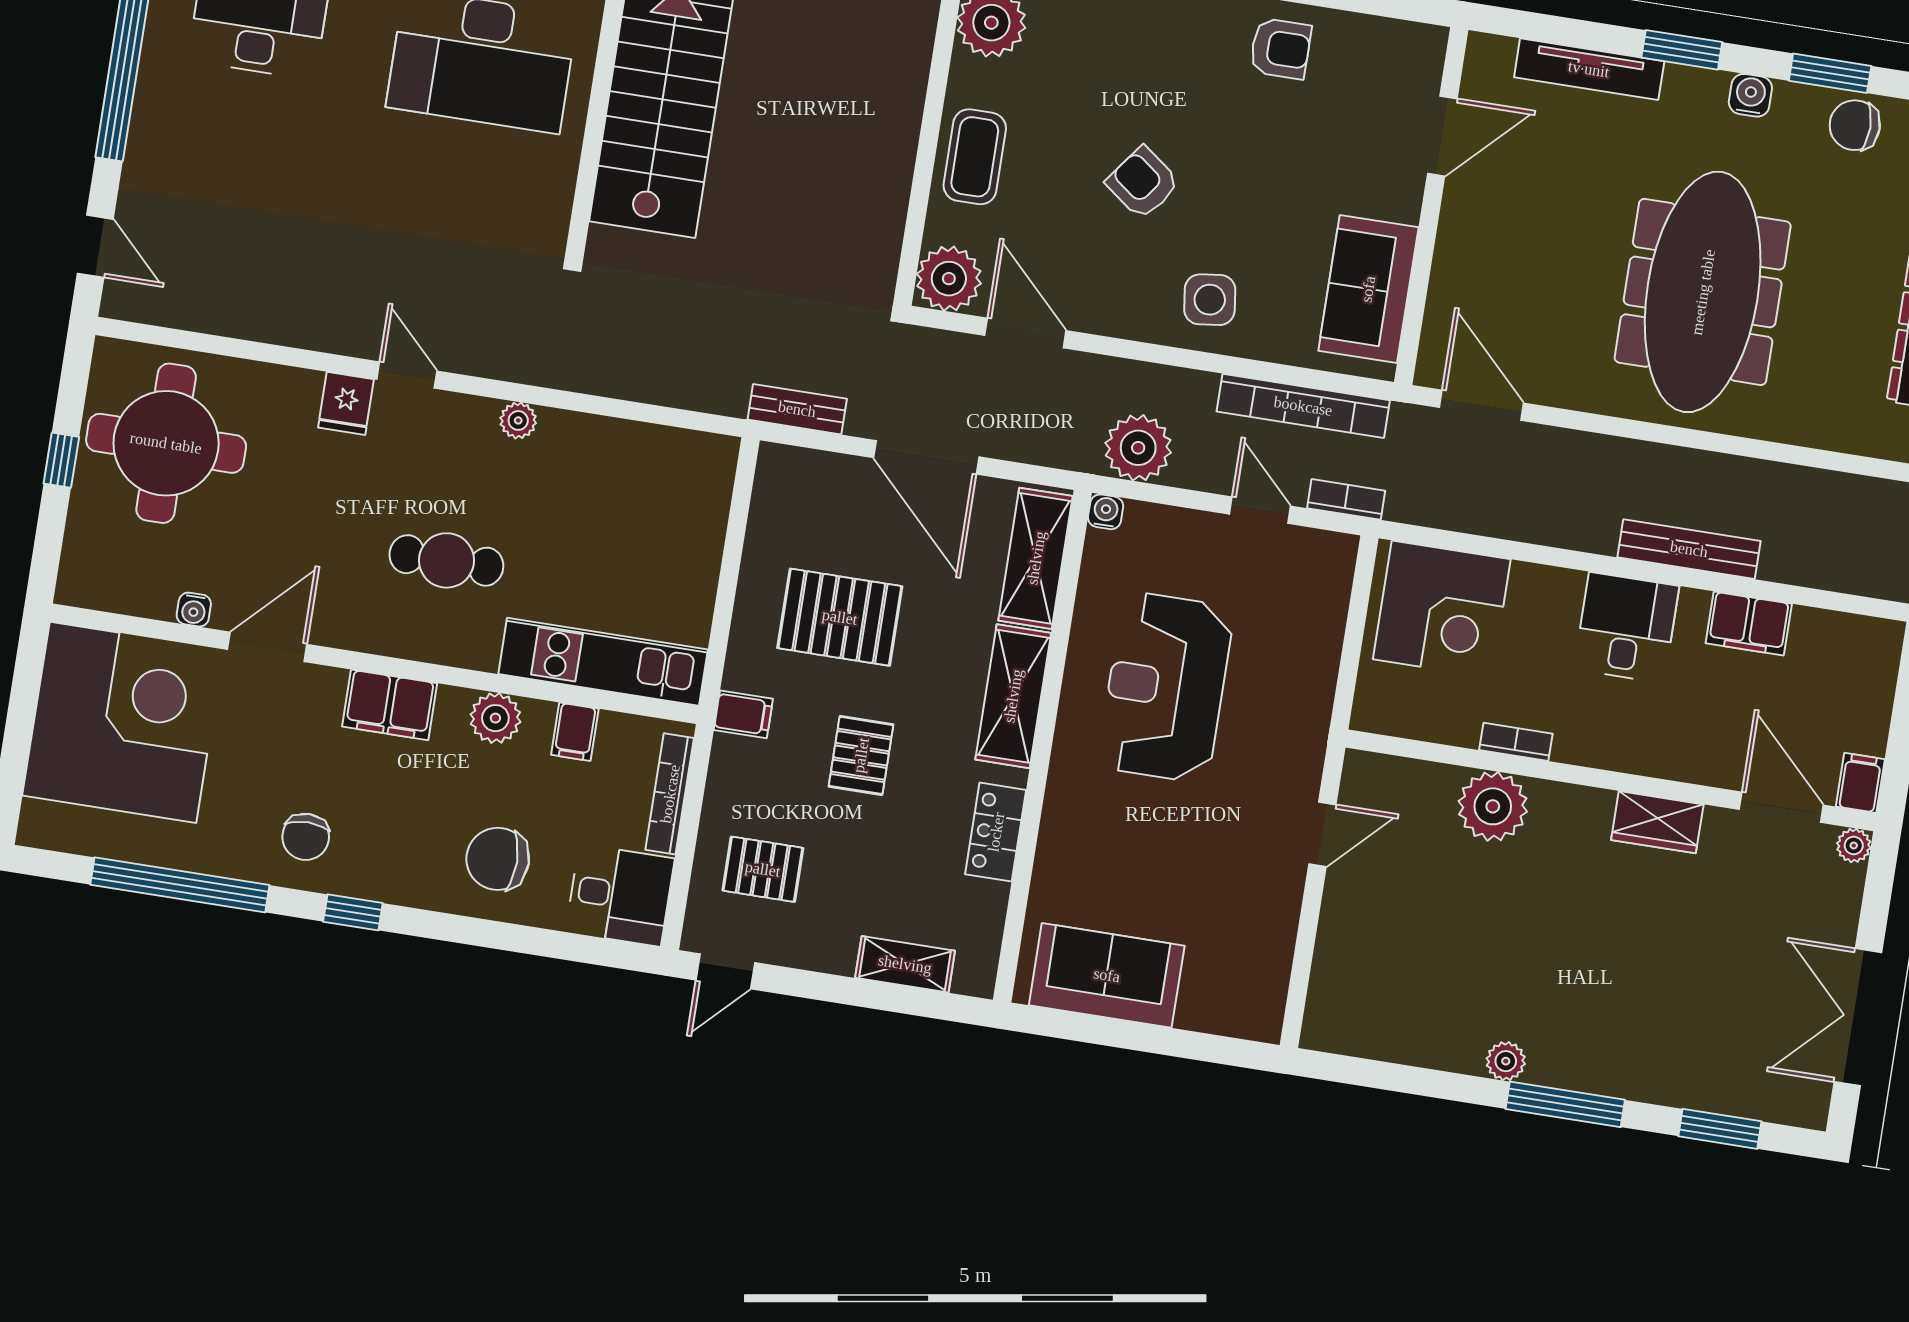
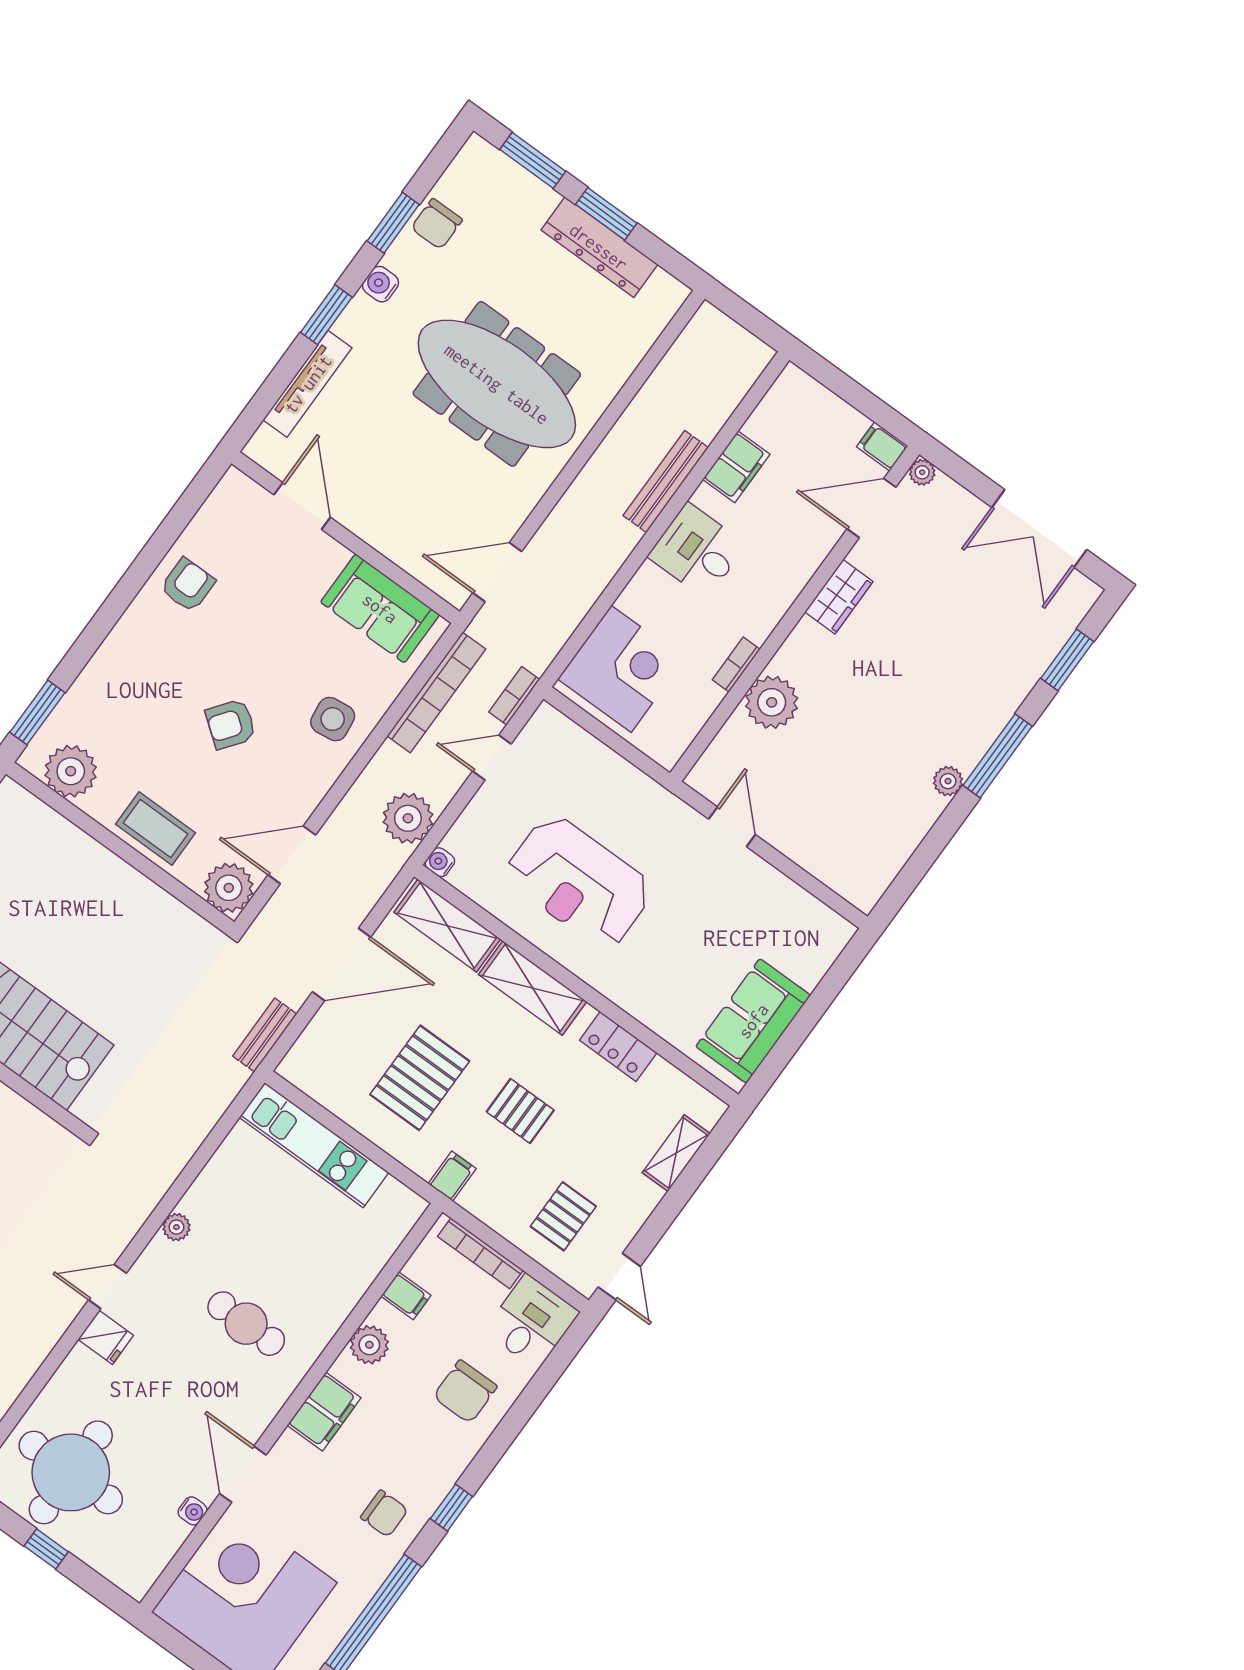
cafe table: (446, 560) -> (246, 1324), turned 90
kitchen unit: (603, 662) -> (314, 1145), moved, turned -90

